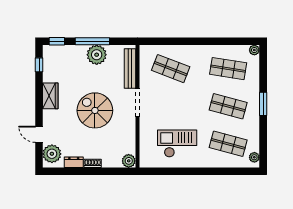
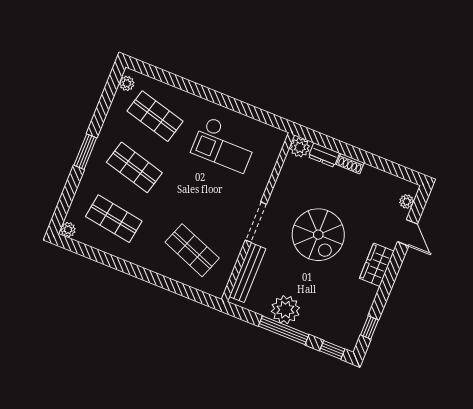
wardrobe: (50, 96) -> (377, 265), moved
plant: (52, 154) -> (407, 202), width x0.53, depth x0.53
dresser: (74, 162) -> (324, 155), moved

